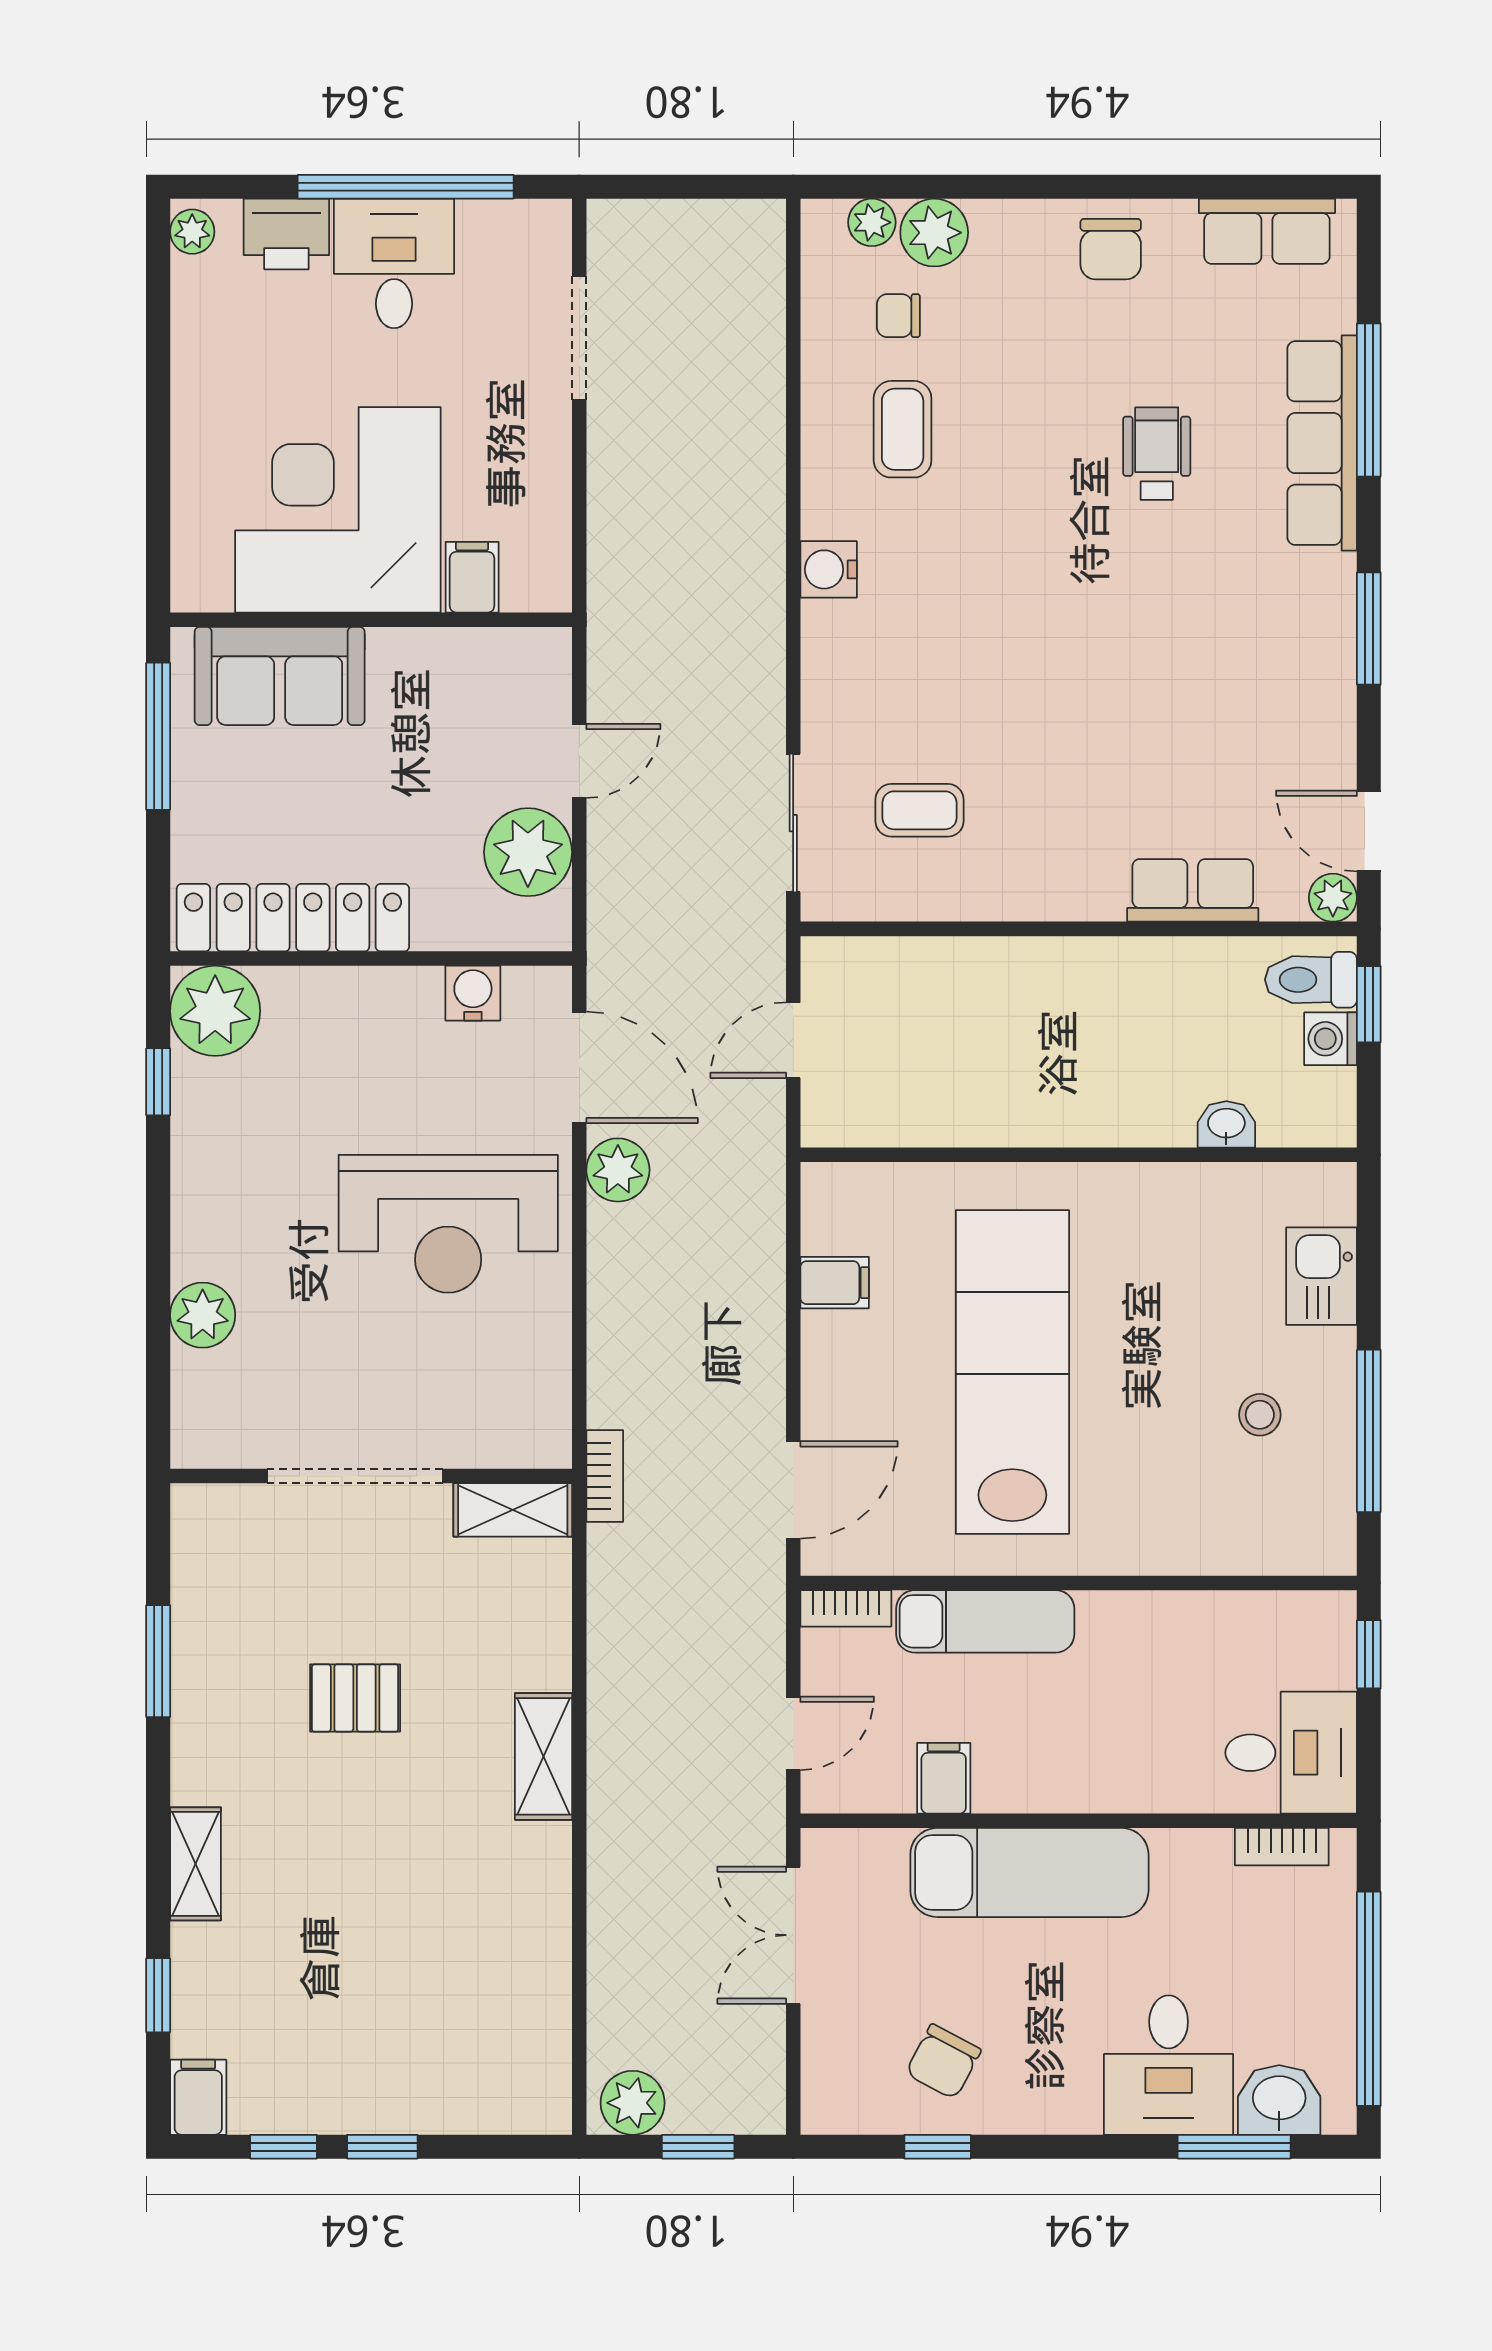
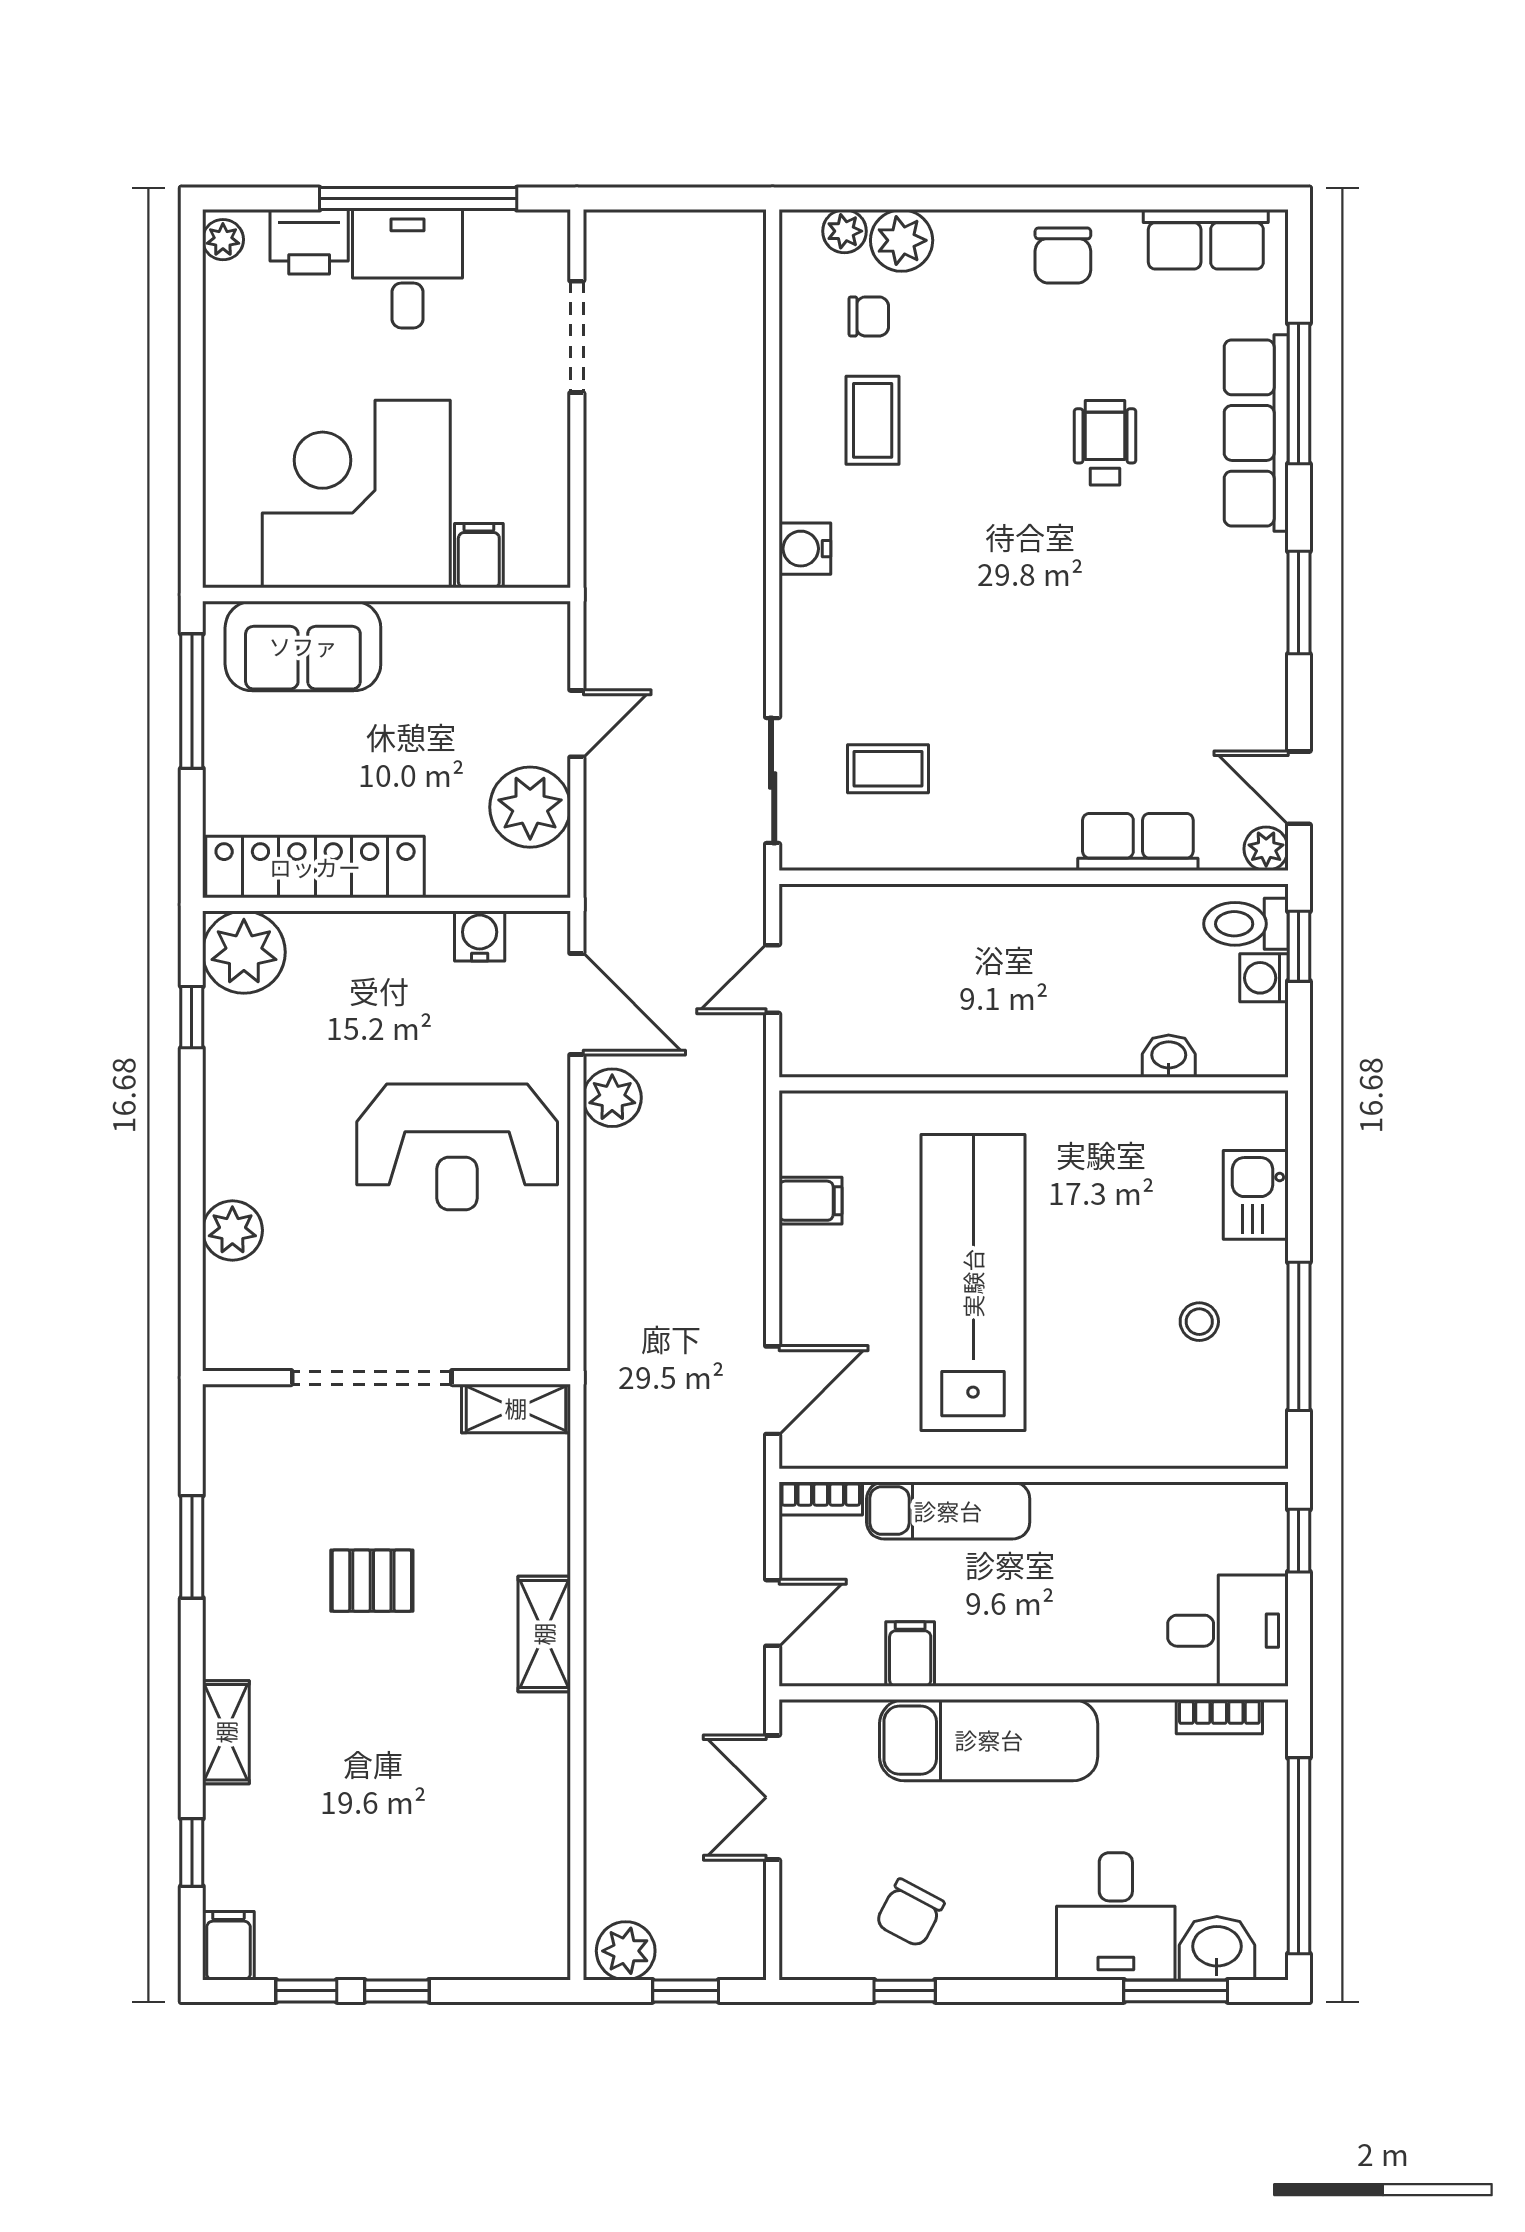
chair: (898, 316) -> (869, 316), turned 180
bookcase: (605, 1476) -> (600, 1378), removed

